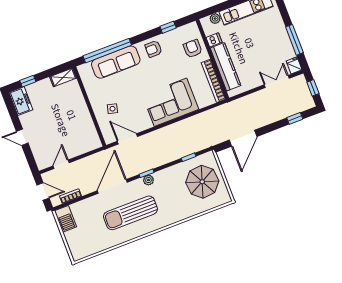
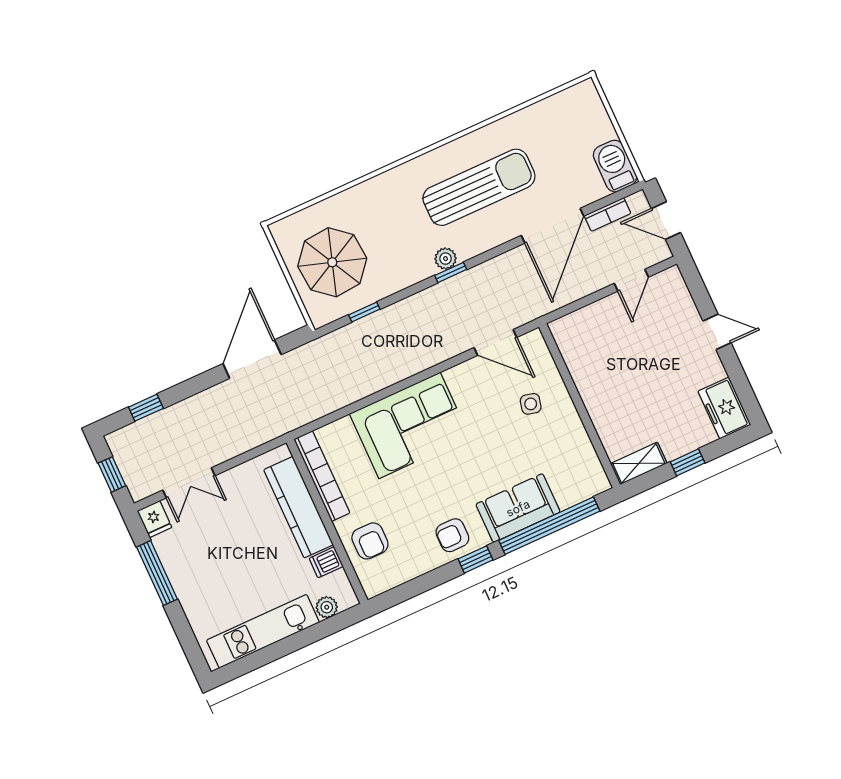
window: (168, 27) -> (476, 559), moved
armchair: (153, 49) -> (452, 535), turned 180
sofa: (116, 62) -> (518, 508), width x0.73
window: (28, 81) -> (688, 462), moved
door: (112, 186) -> (553, 226), moved

